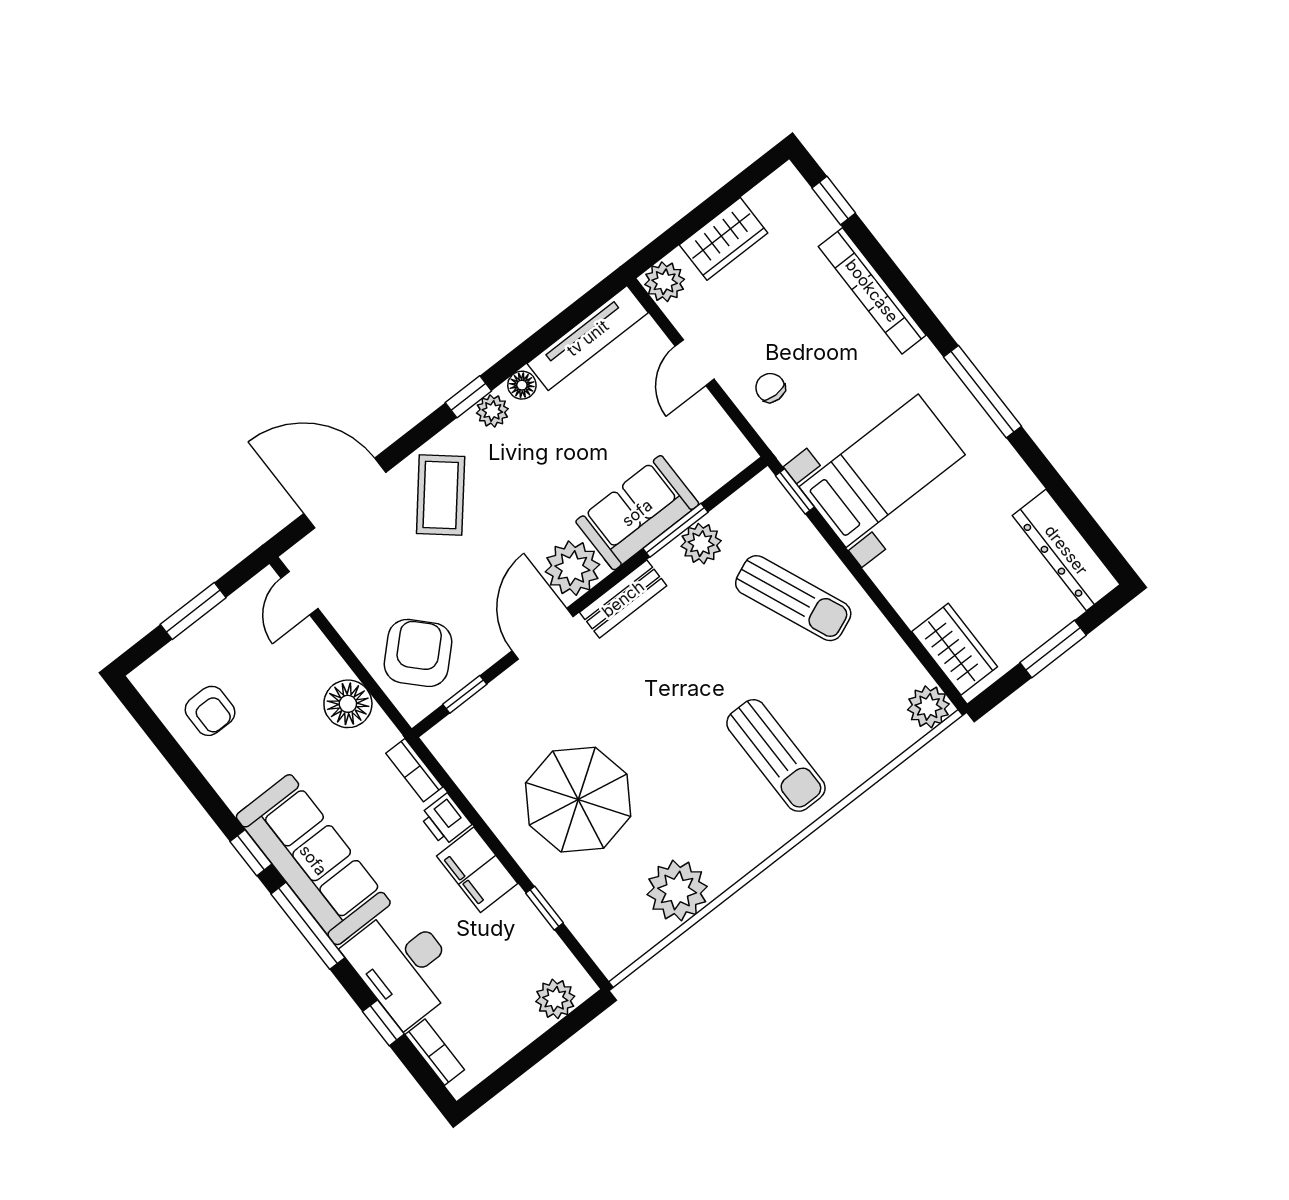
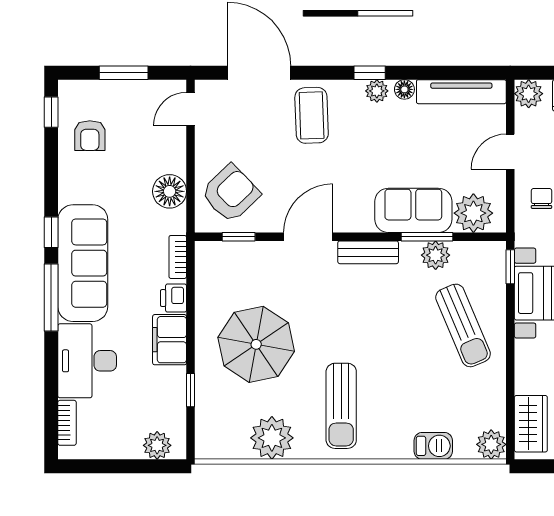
coffee table: (441, 495) -> (312, 115), turned -42
plant: (572, 568) -> (473, 213), moved
sun lounger: (776, 755) -> (341, 406), moved
barbecue: (865, 759) -> (433, 446), added
window: (383, 1023) -> (51, 112), moved

